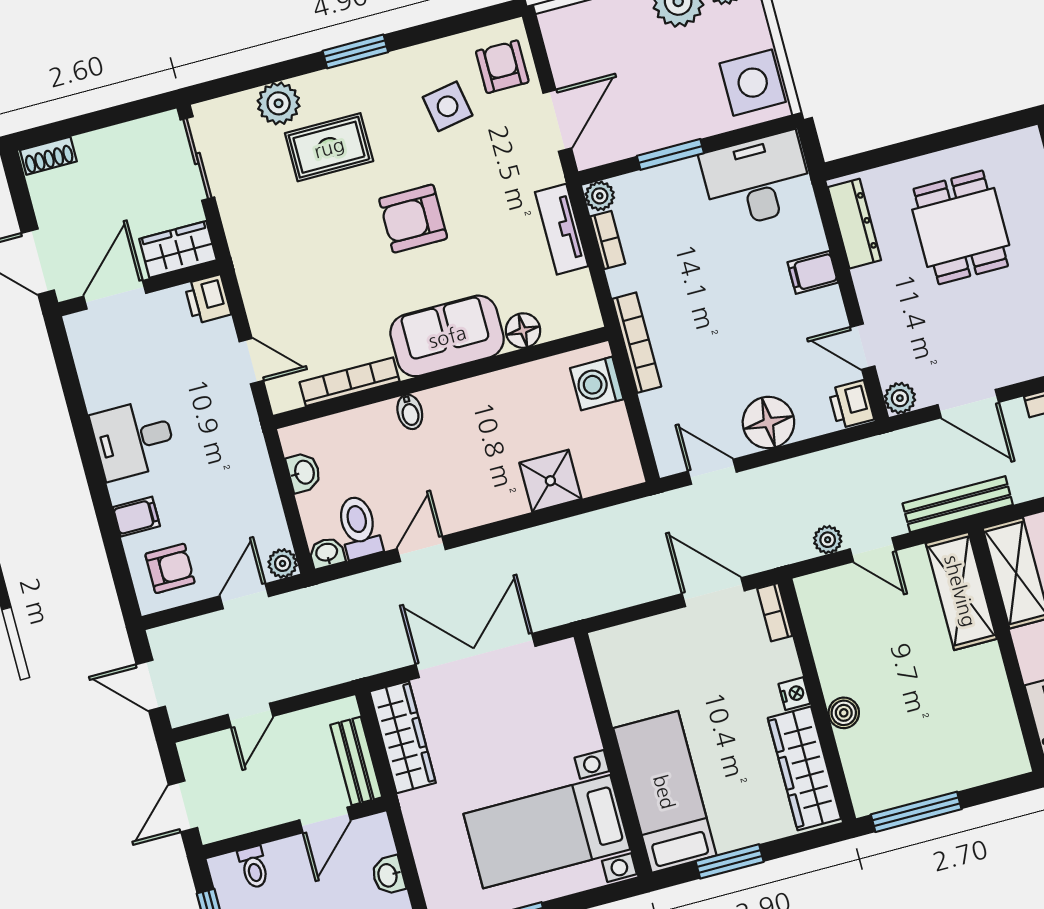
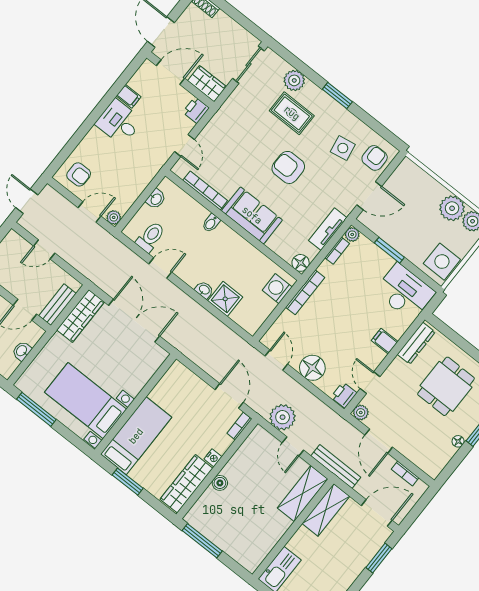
floor lamp: (523, 331) -> (301, 263), moved
filing cabinet: (136, 517) -> (129, 96), moved
plant: (828, 540) -> (283, 417), width x1.88, depth x1.88
washbasin: (327, 553) -> (204, 290), moved

